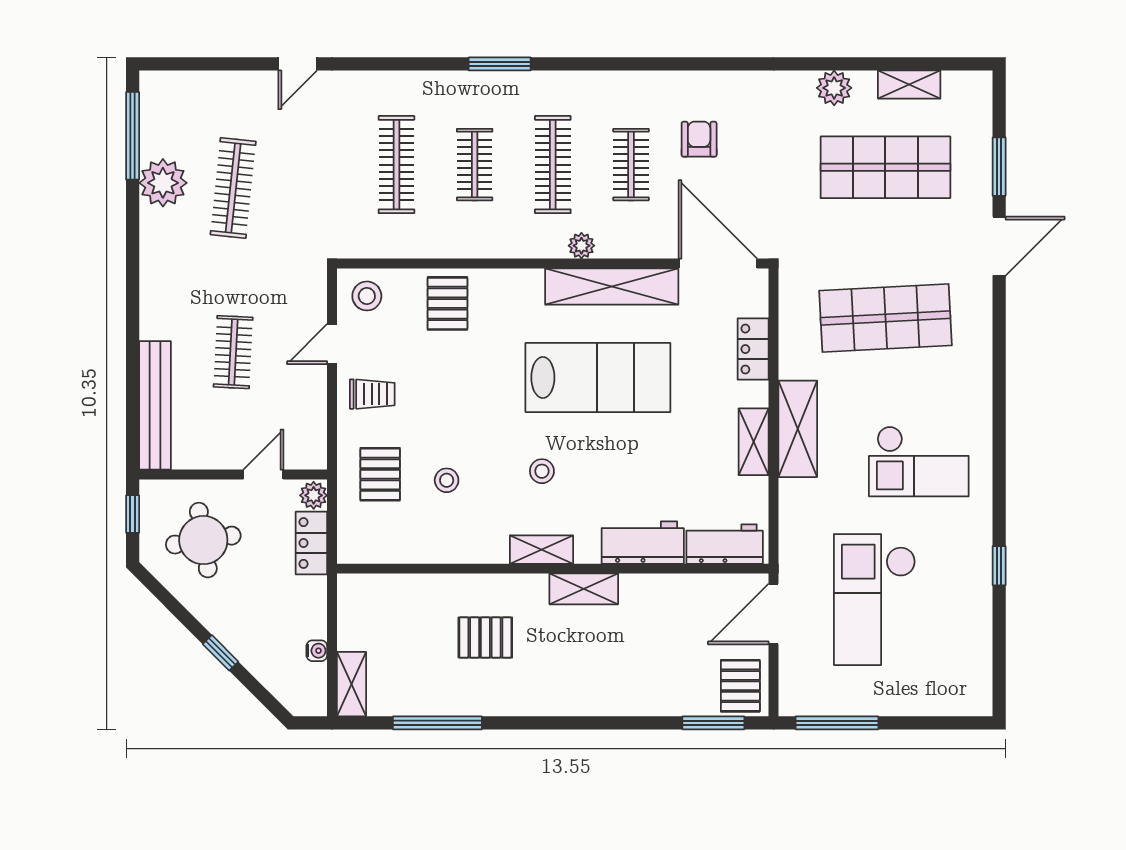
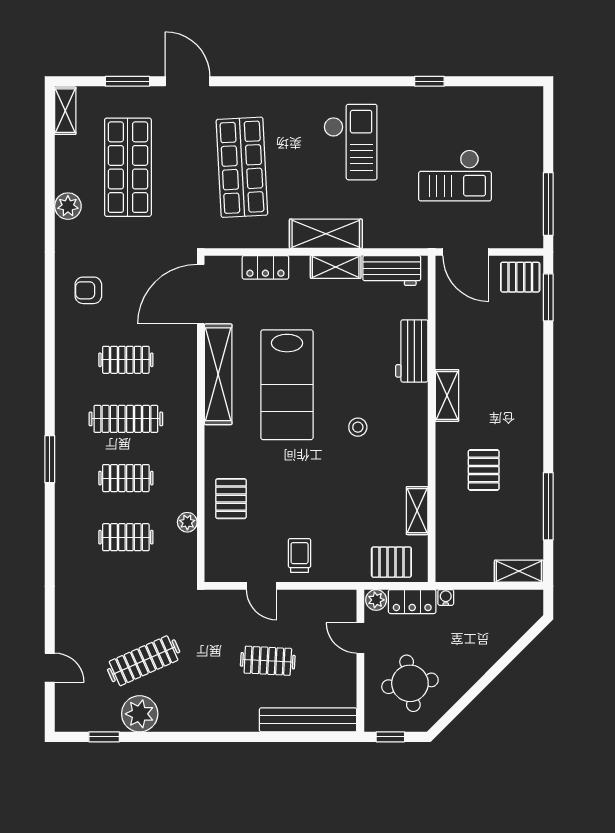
door: (298, 64) -> (50, 668), moved
shelving: (909, 85) -> (65, 111), moved
window: (133, 136) -> (104, 737), width x0.46
armchair: (699, 139) -> (88, 290), moved
clothes rail: (396, 165) -> (126, 537), width x0.73
clothes rail: (233, 188) -> (144, 661), turned -30
plant: (581, 246) -> (187, 522), moved
stool: (367, 296) -> (225, 560), removed
pallet: (447, 303) -> (231, 499), turned 90
lab bench: (598, 377) -> (287, 385), turned 180
pallet: (380, 474) -> (391, 562), moved
stool: (447, 480) -> (365, 499), removed
workbench: (725, 544) -> (392, 271), moved, turned -90
shelving: (541, 550) -> (417, 511), moved
checkout: (875, 600) -> (455, 175), width x0.73, depth x0.83
water cooler: (317, 651) -> (446, 597), moved
window: (221, 653) -> (495, 670), removed

